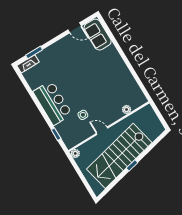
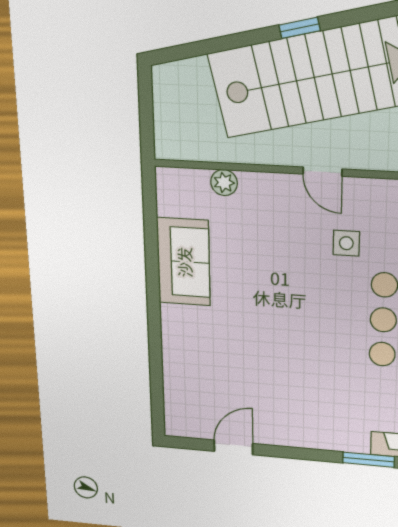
door: (75, 28) -> (233, 447), hinge flipped
sofa: (98, 35) -> (184, 262), moved

